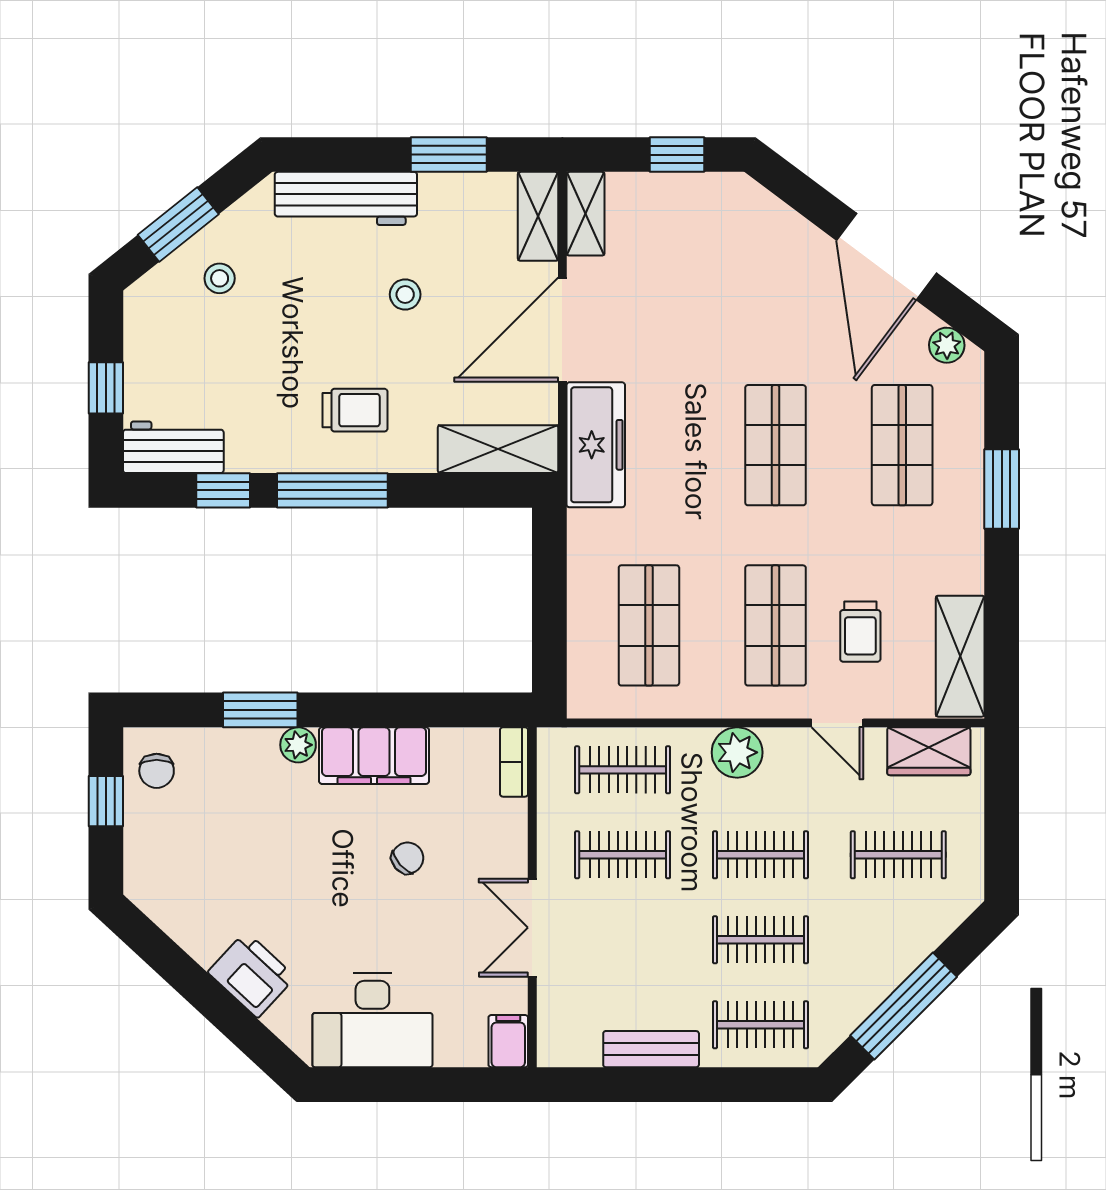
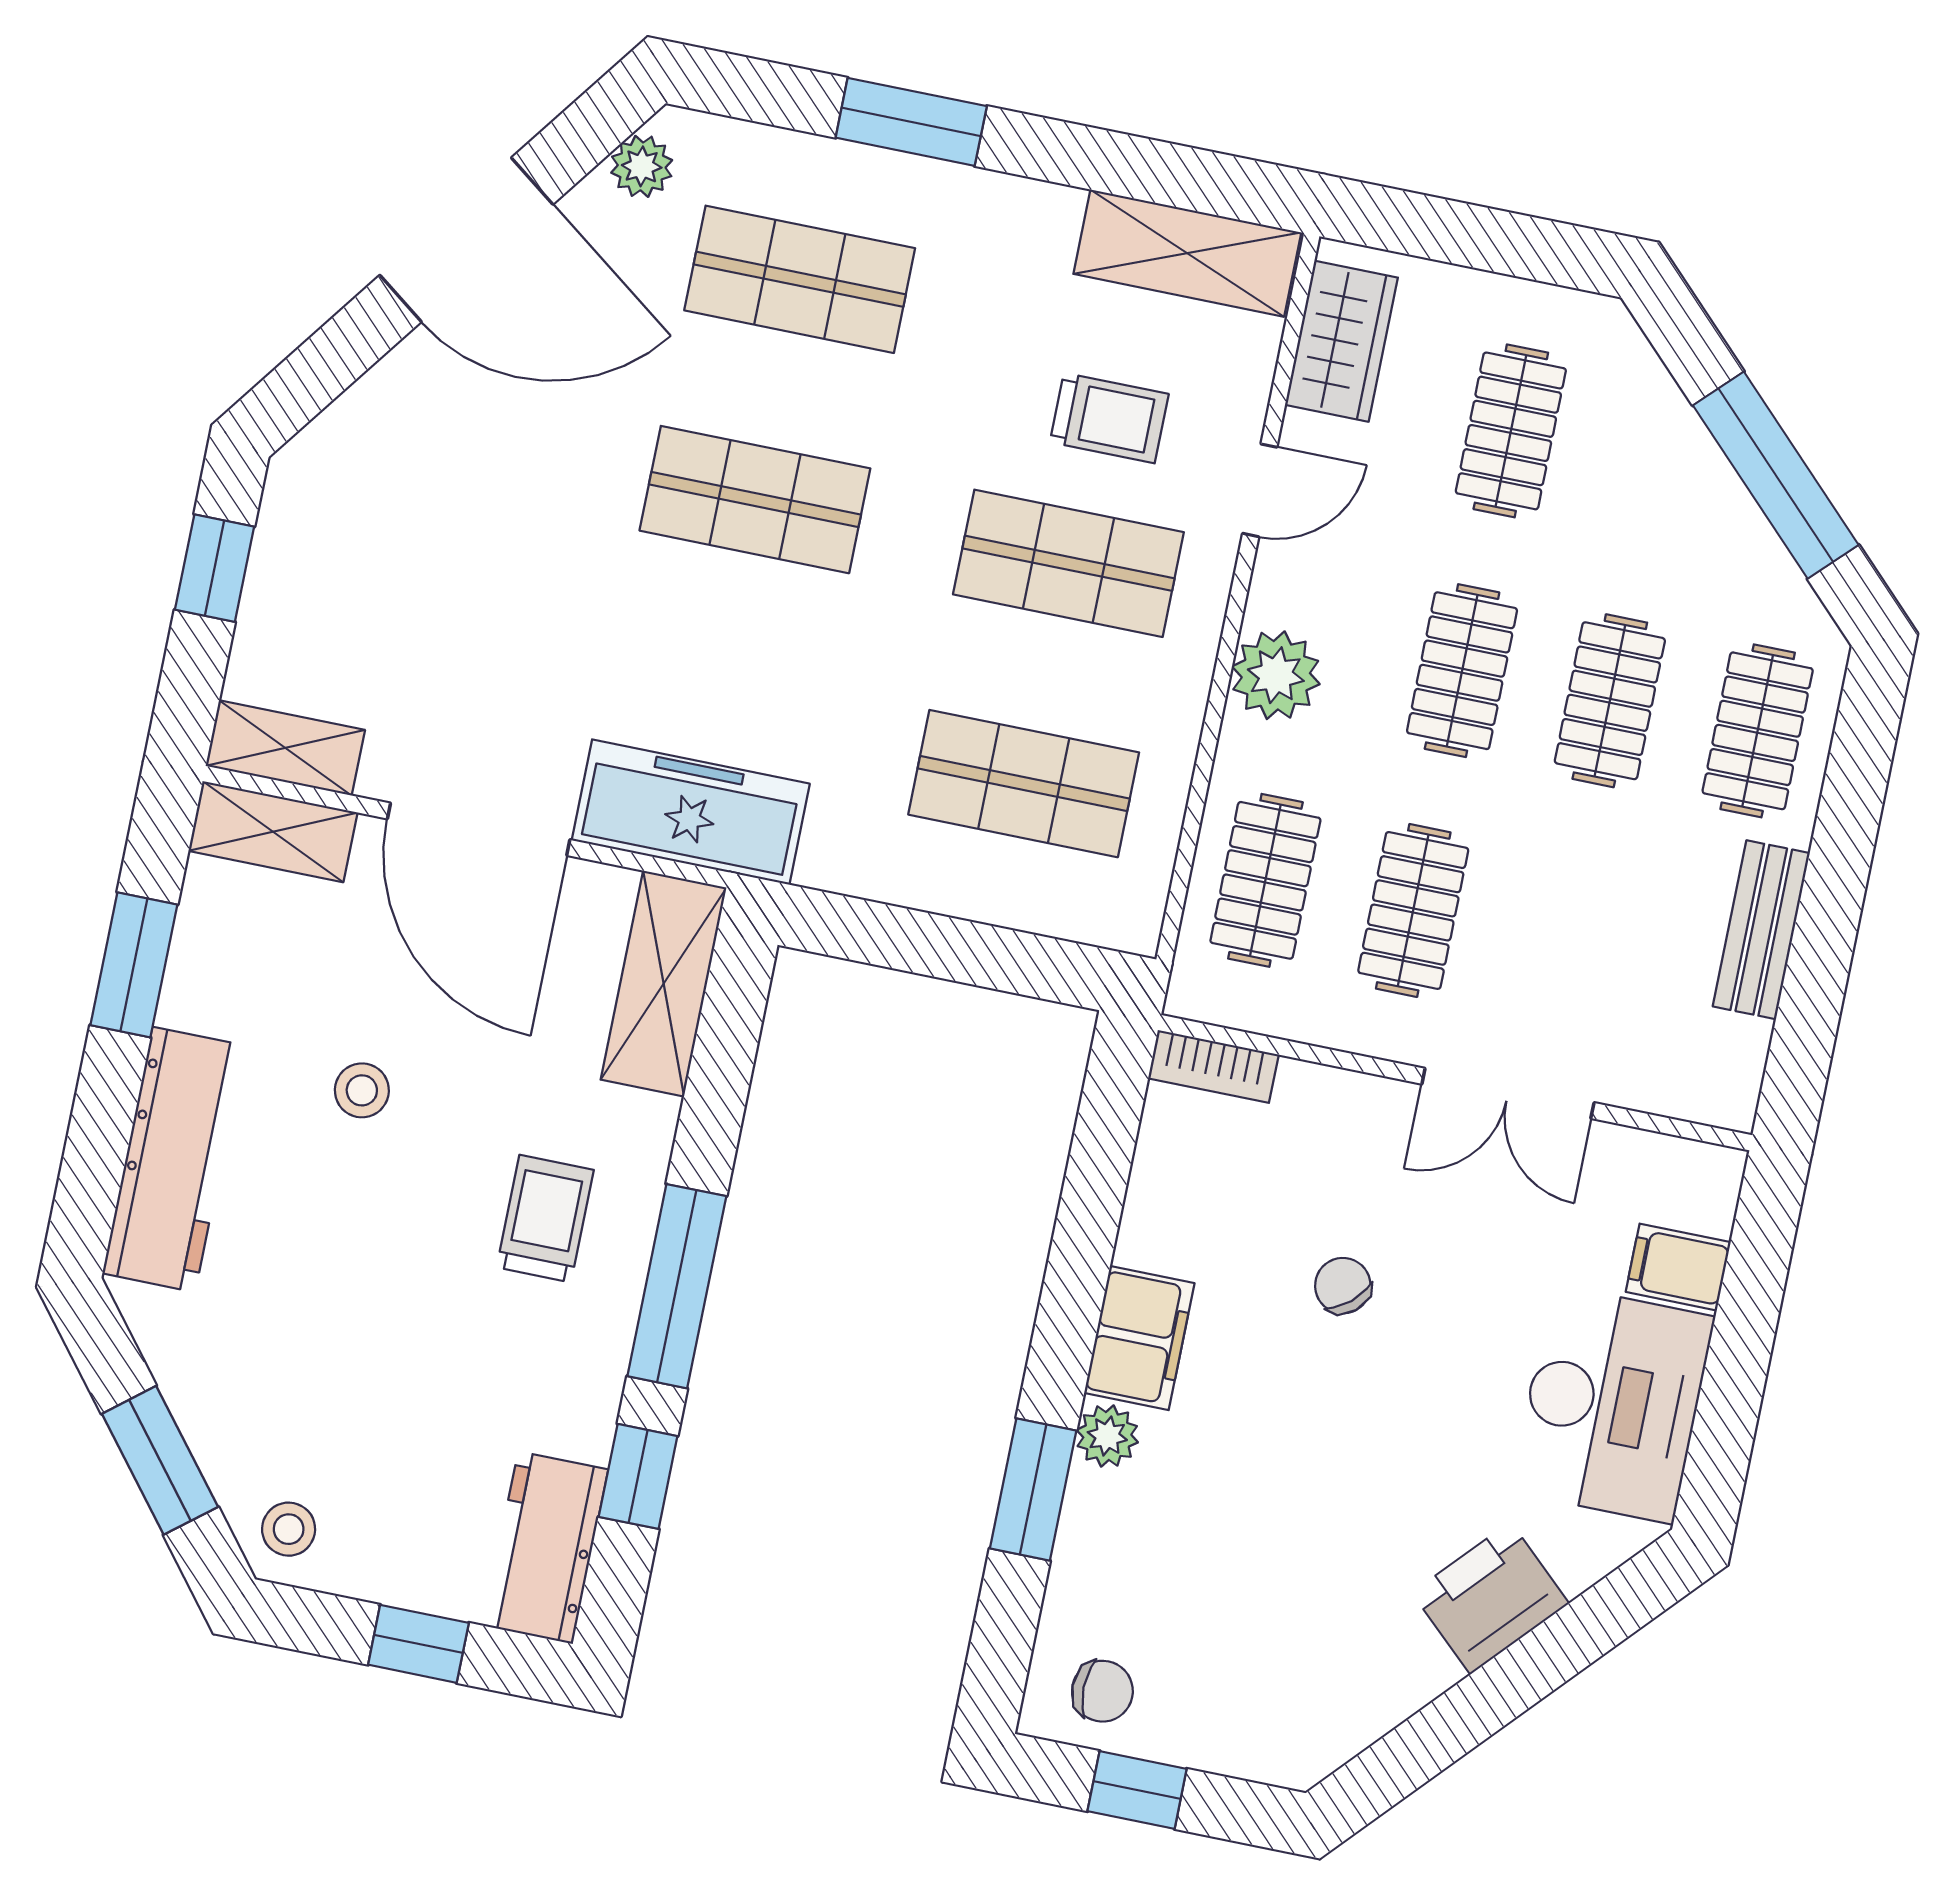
stool: (220, 278) -> (289, 1529), moved
filing cabinet: (374, 756) -> (1139, 1338), width x0.67, depth x0.86
filing cabinet: (508, 1041) -> (1678, 1267), moved

